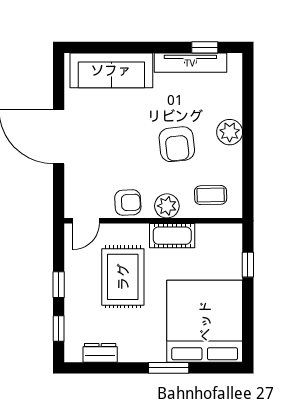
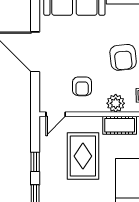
armchair: (128, 203) -> (82, 86), moved, turned 93

